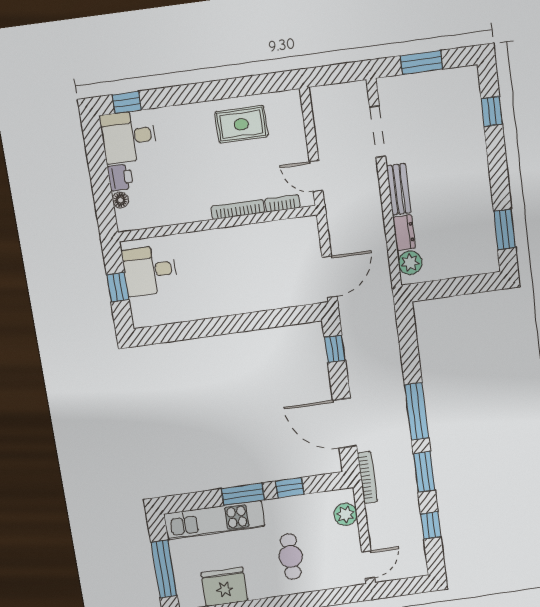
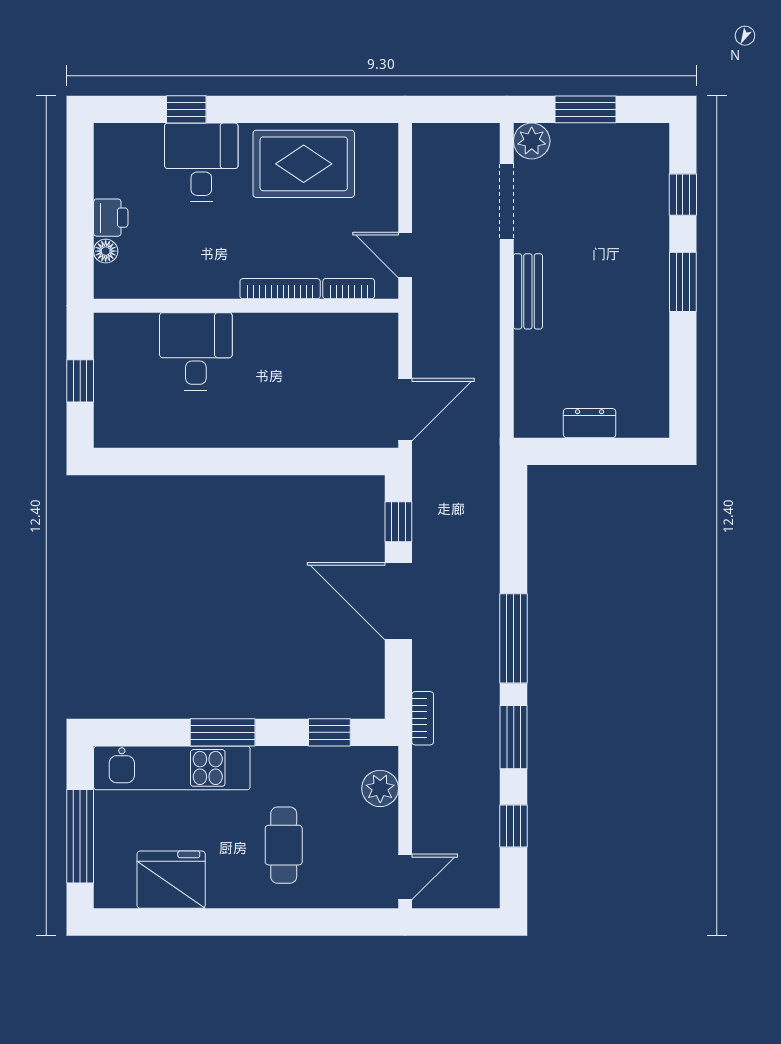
window: (127, 102) -> (186, 109), moved
rug: (241, 124) -> (304, 164), width x1.36, depth x1.43
desk: (129, 137) -> (201, 162), moved, turned 90
window: (505, 229) -> (683, 282), moved
dresser: (404, 233) -> (590, 423), moved, turned -90
plant: (410, 263) -> (532, 141), moved
desk: (150, 270) -> (196, 352), moved, turned 90
door: (345, 423) -> (398, 601), moved
bookcase: (367, 477) -> (423, 718), width x0.64
window: (290, 488) -> (329, 732), moved

